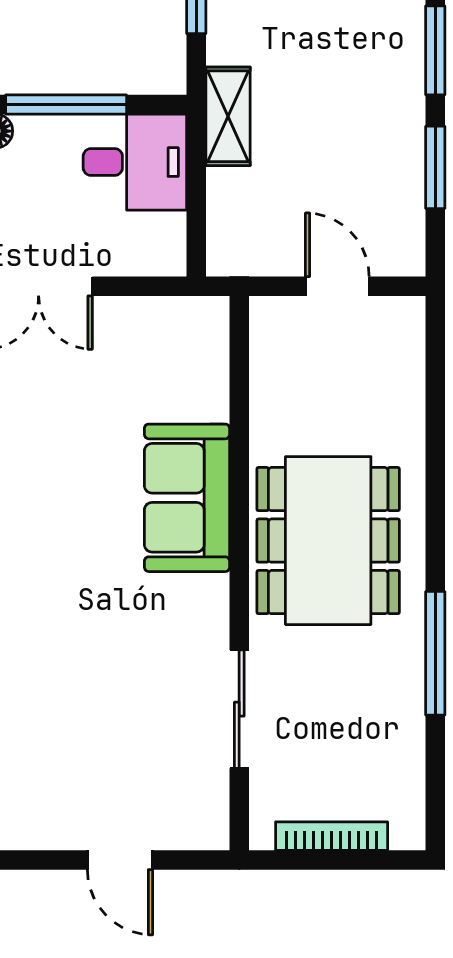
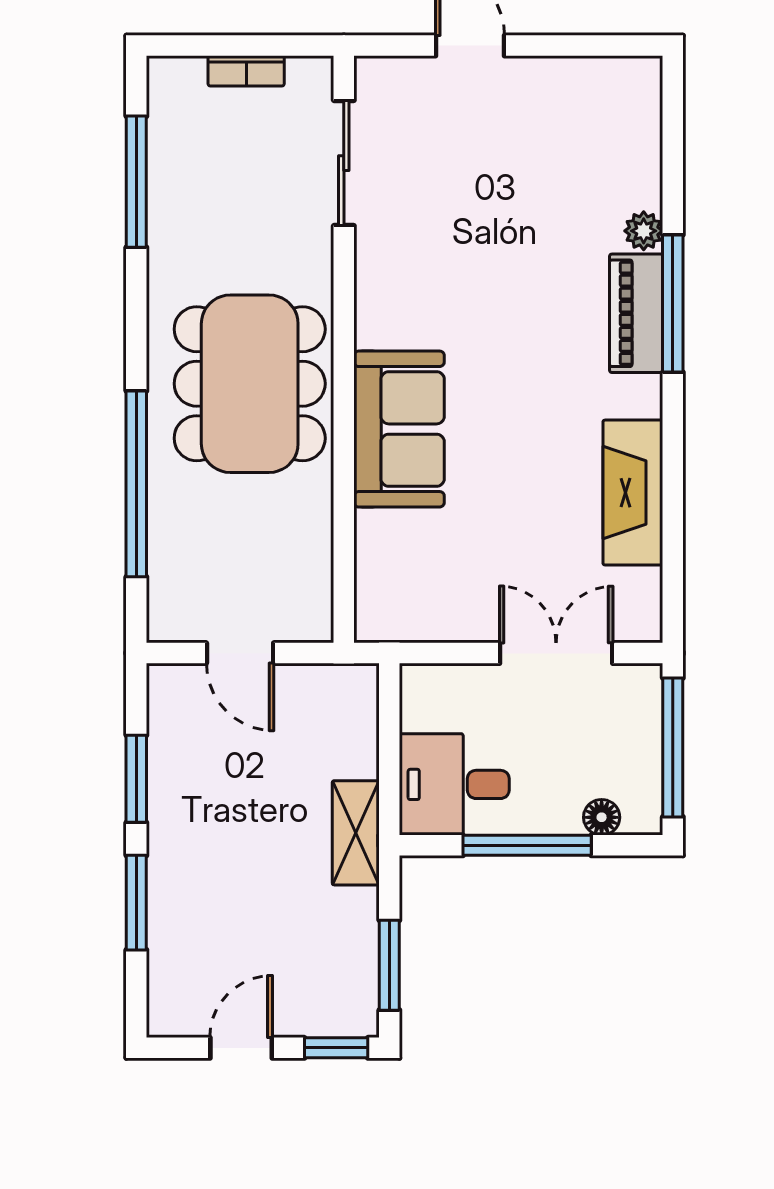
window: (435, 446) -> (136, 484), added
window: (435, 653) -> (136, 182), moved
sliding door: (239, 709) -> (344, 163), moved
bookcase: (332, 836) -> (246, 71), width x0.64

